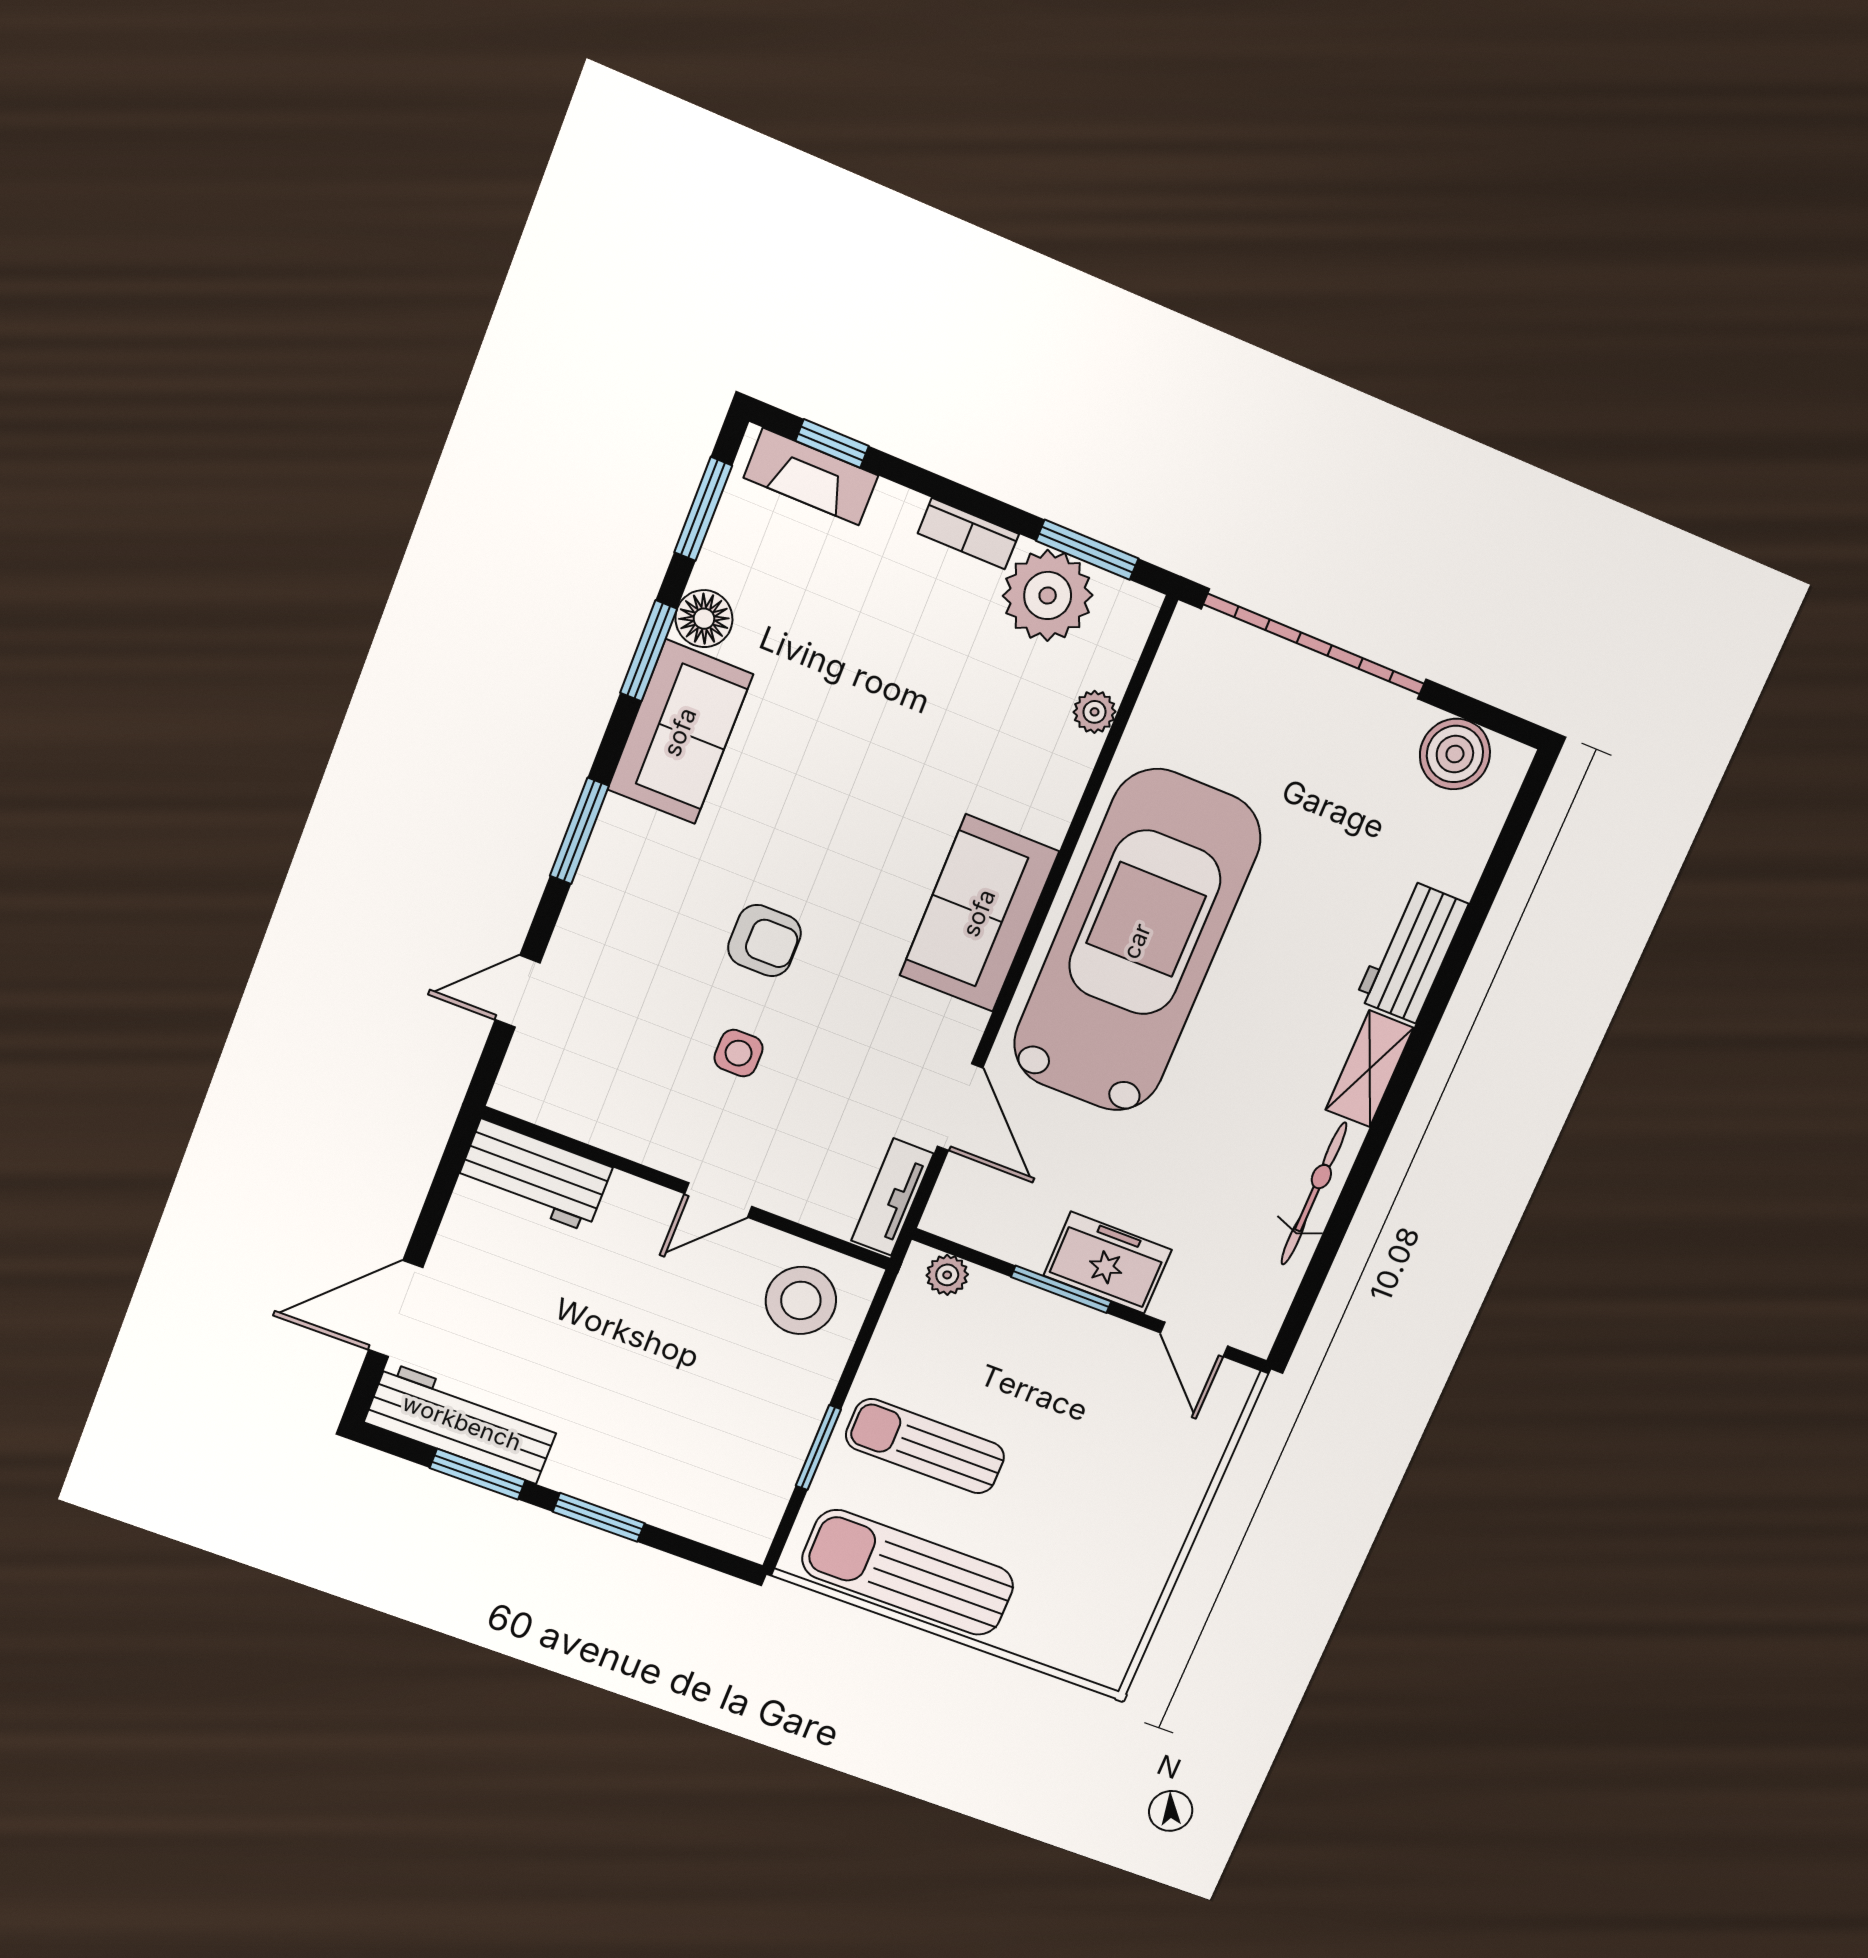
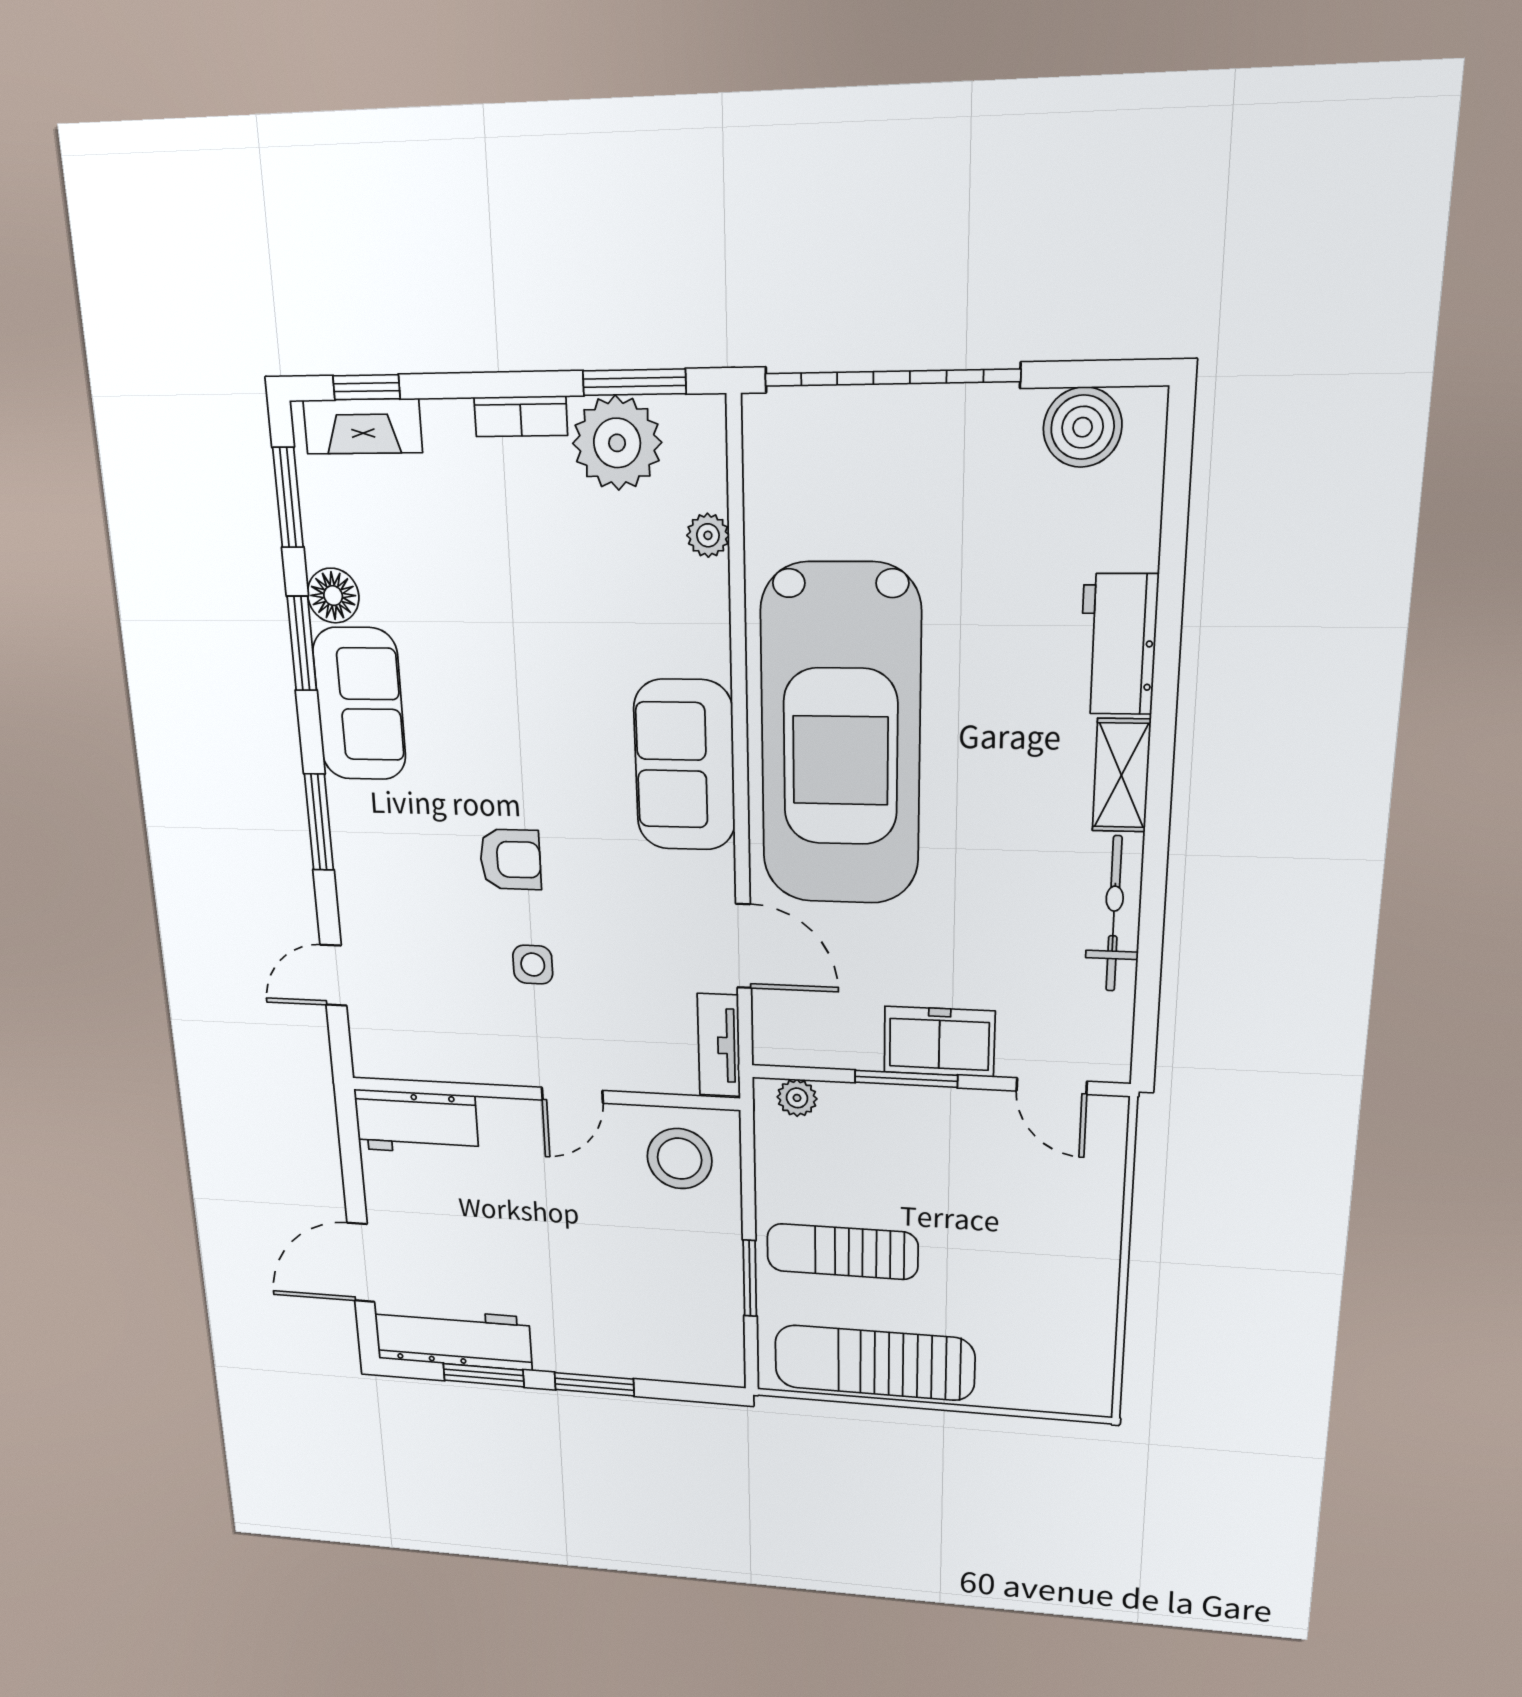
car: (1137, 941) -> (840, 737), turned 180

